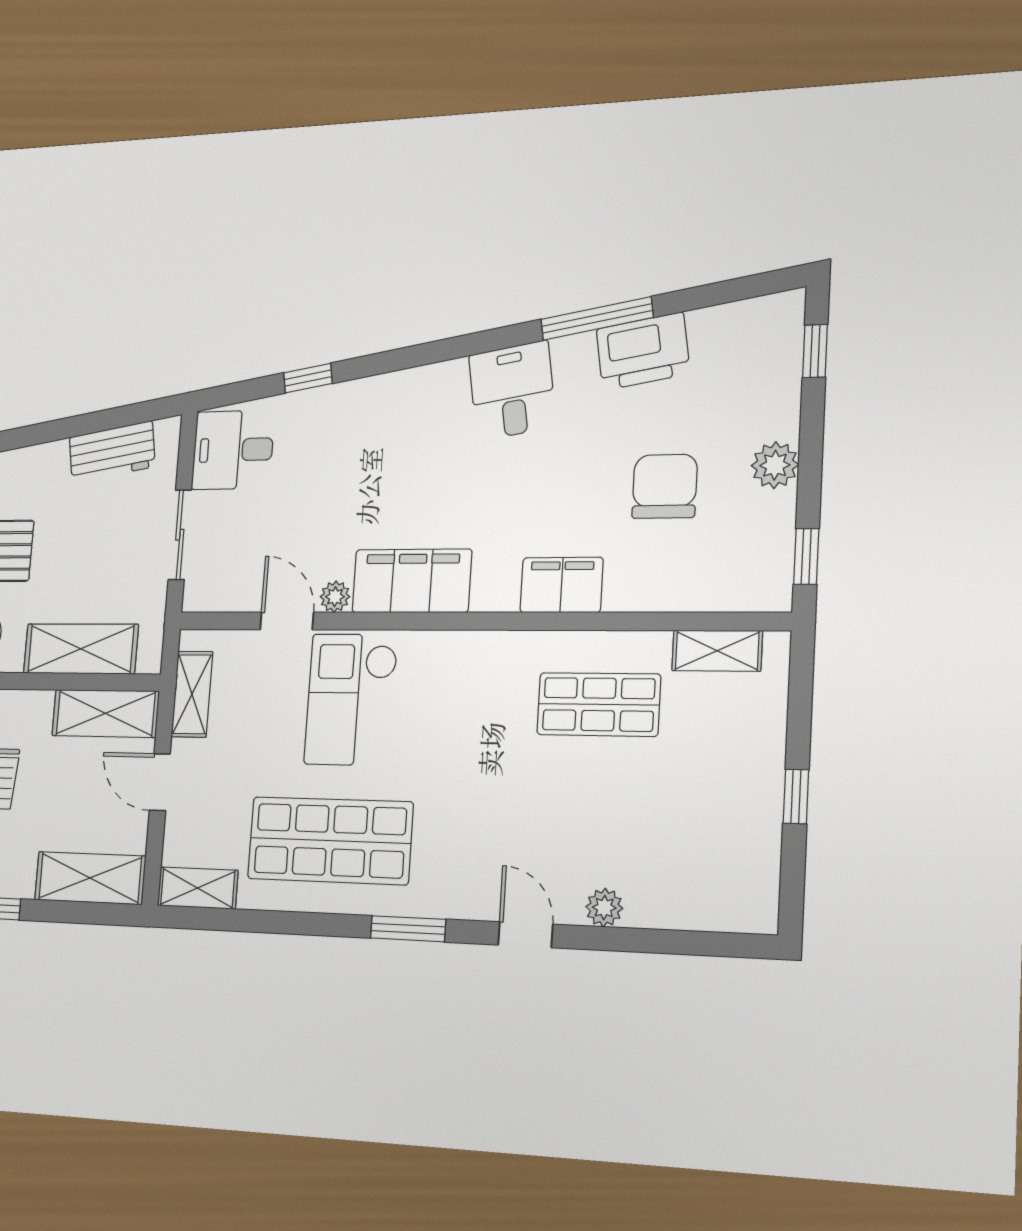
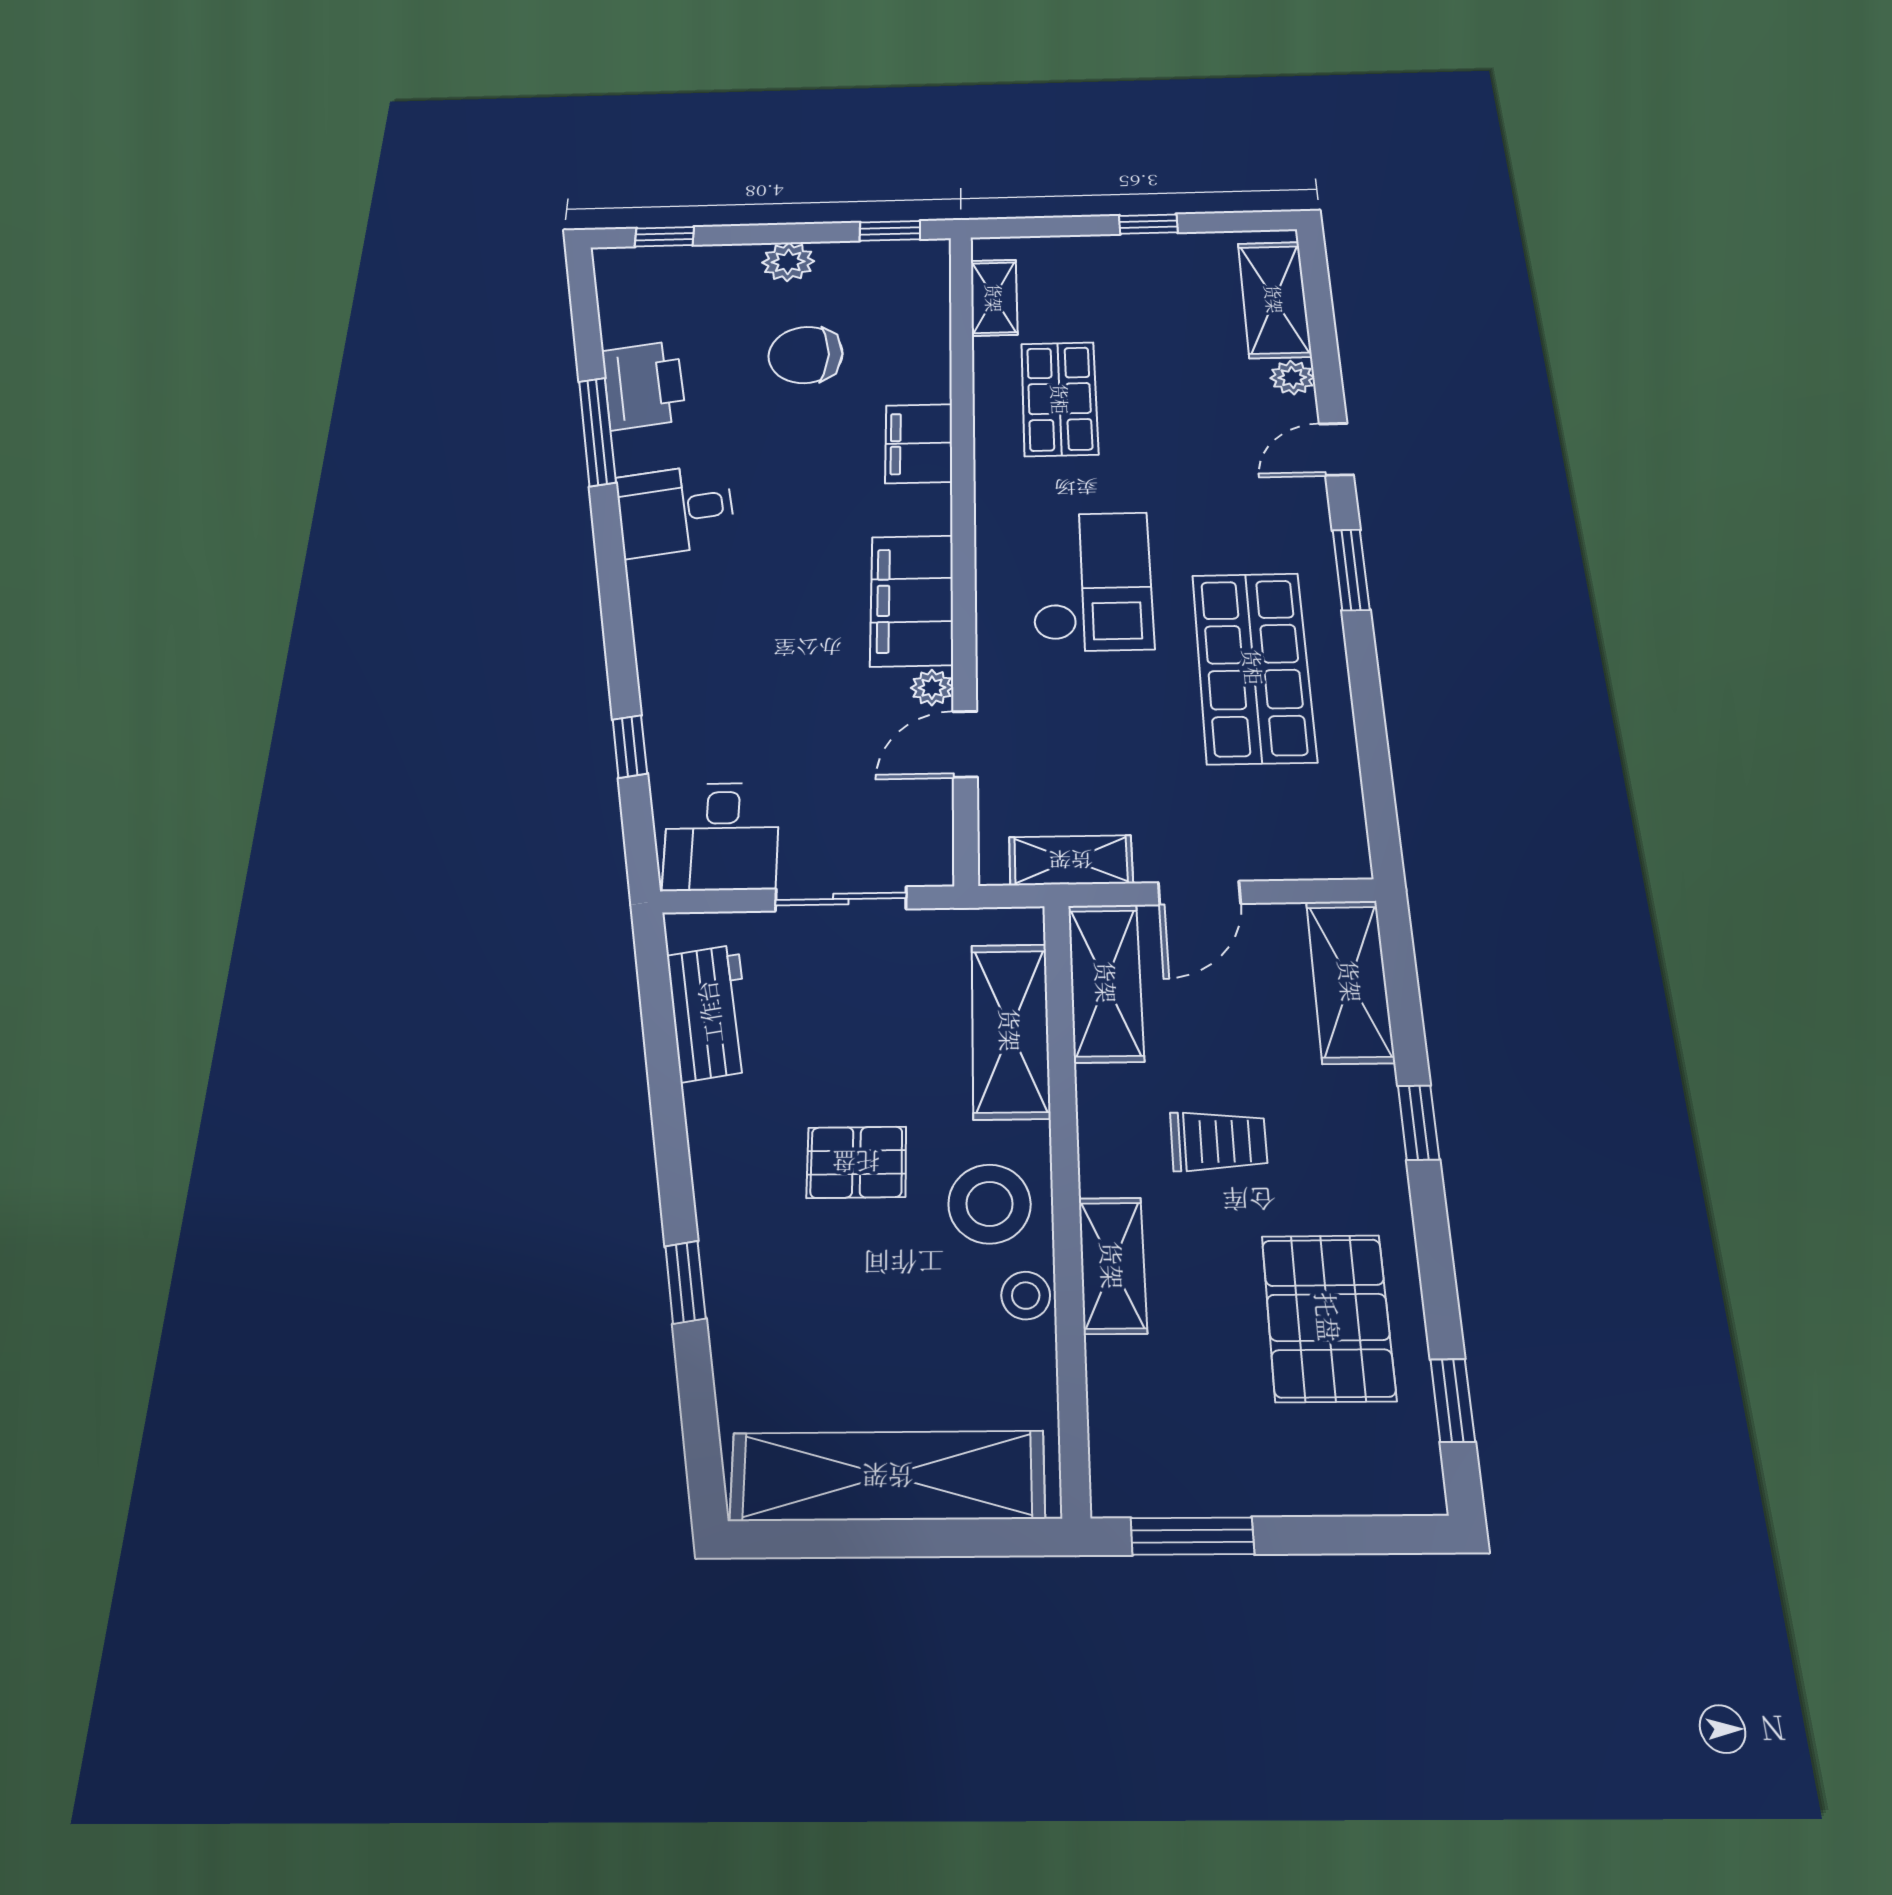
checkout: (351, 699) -> (1092, 581), moved, turned -90
shelving: (198, 888) -> (1274, 299), moved, width x1.50, depth x1.33

